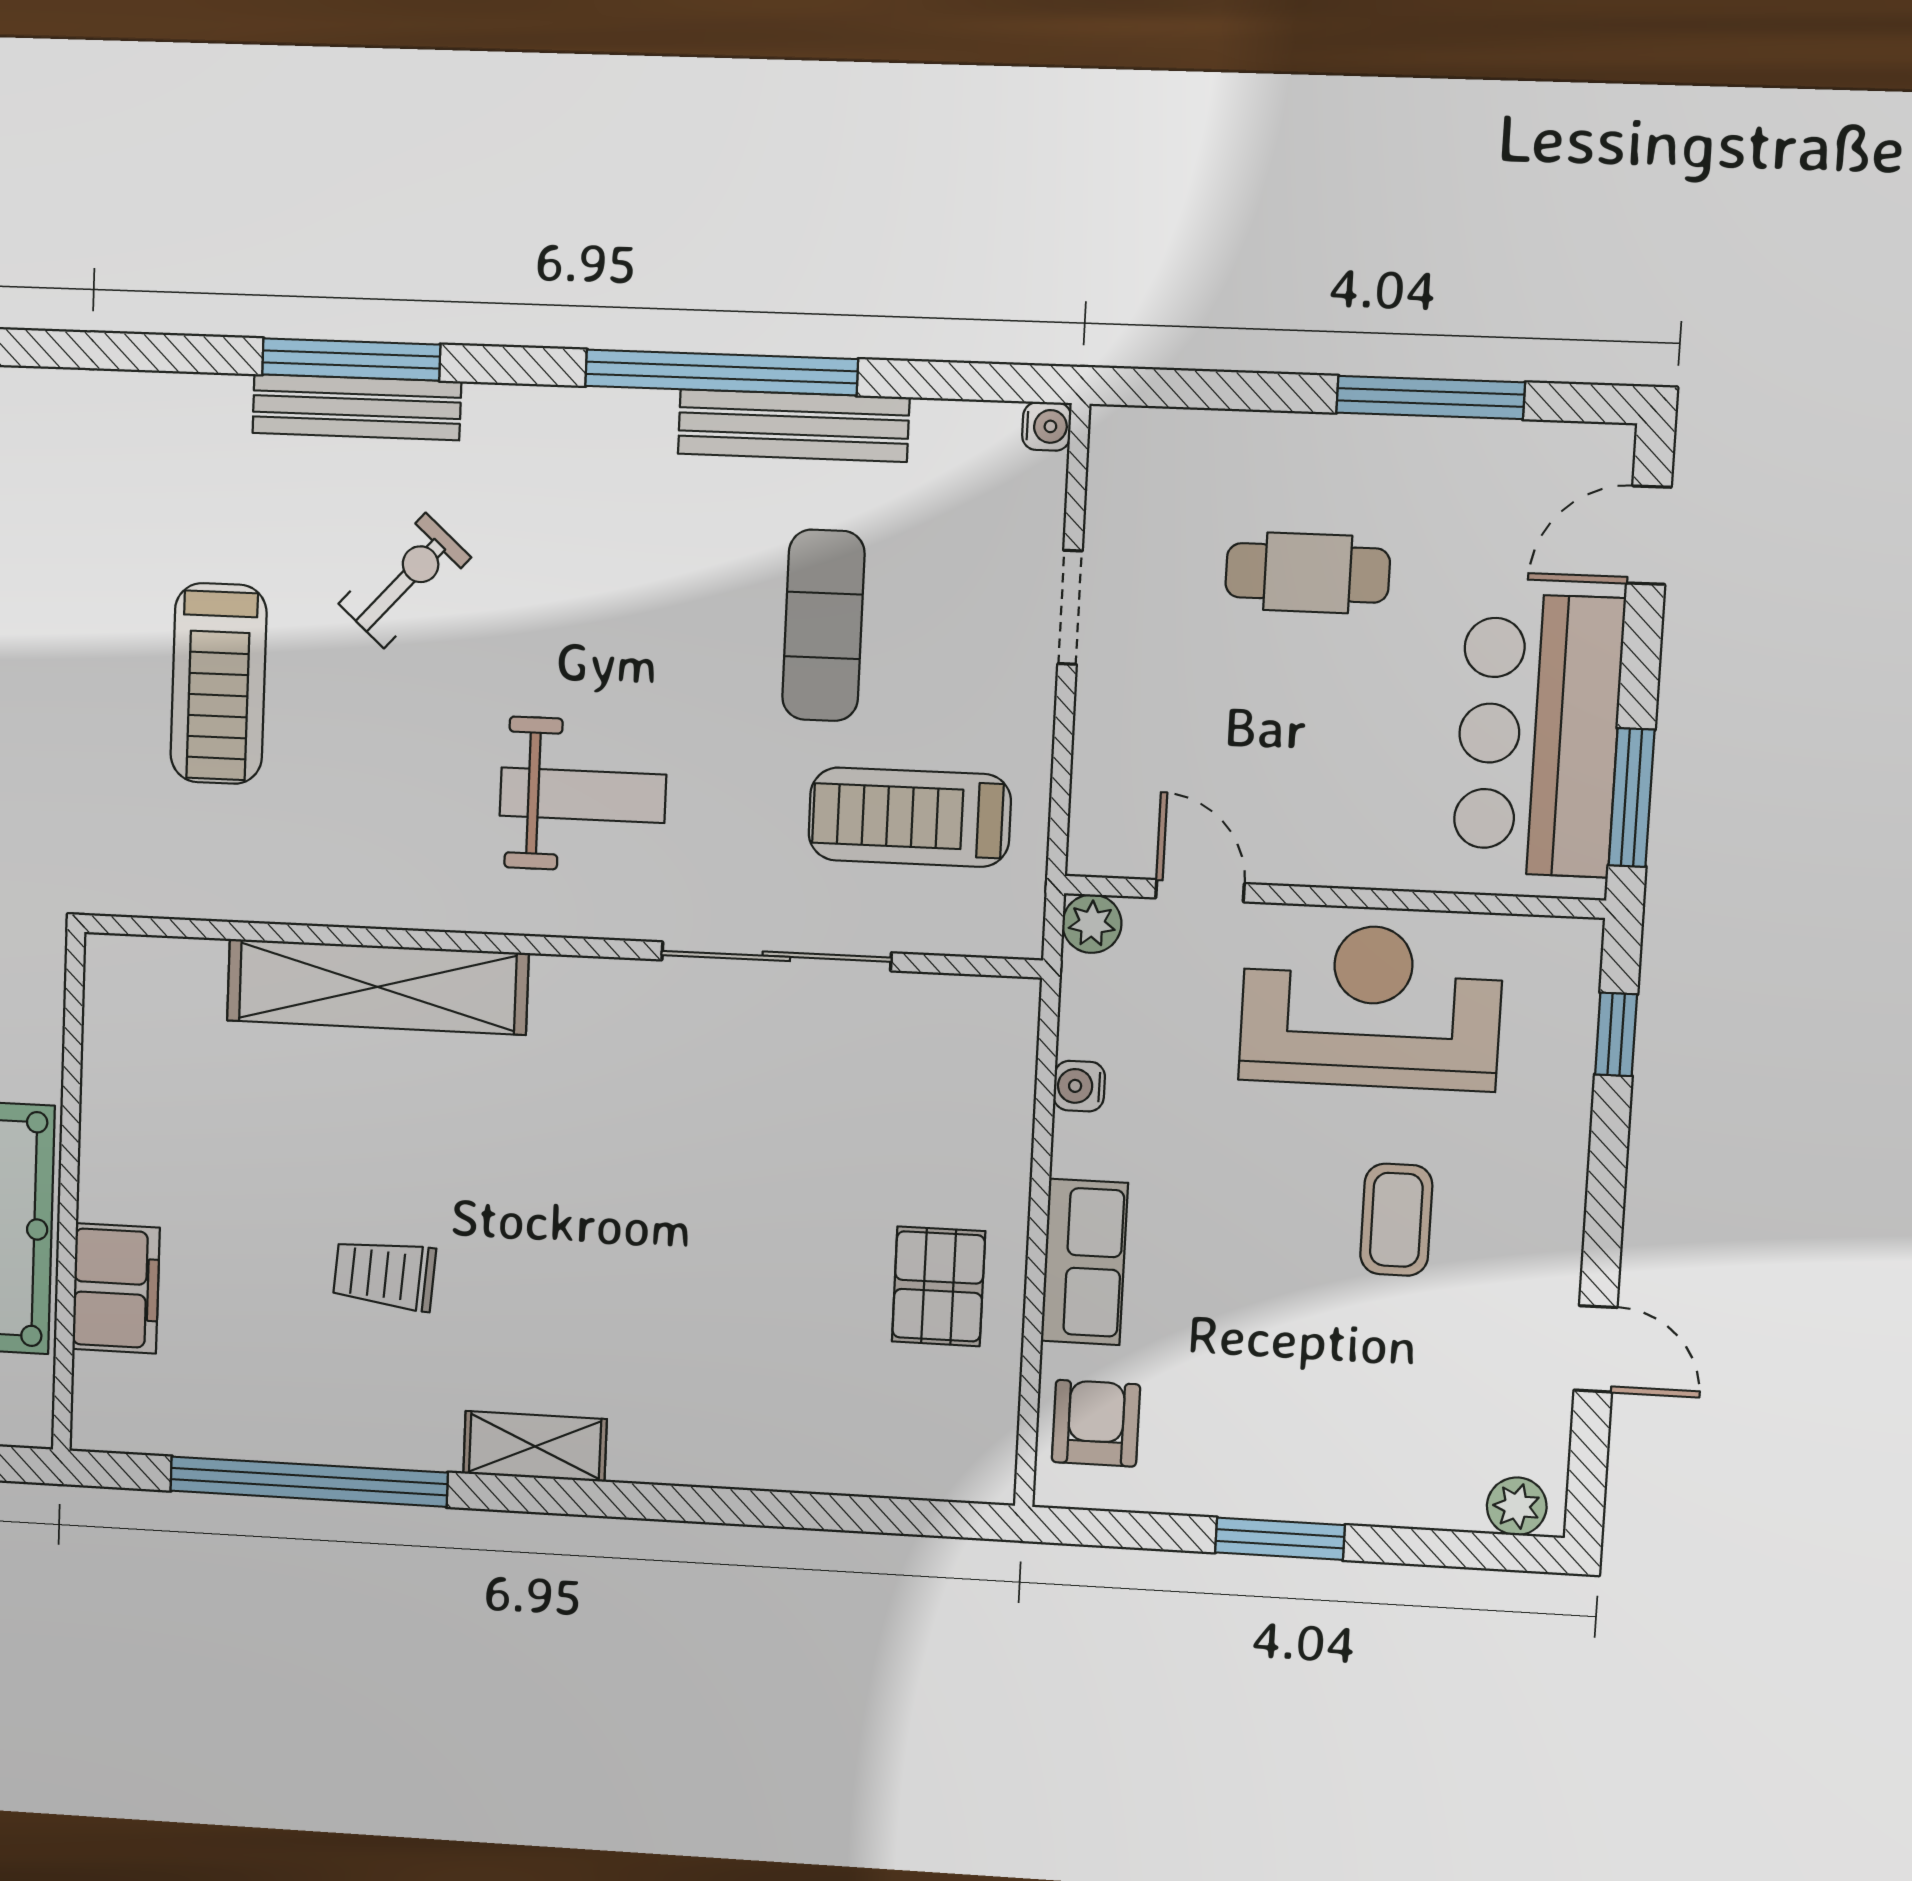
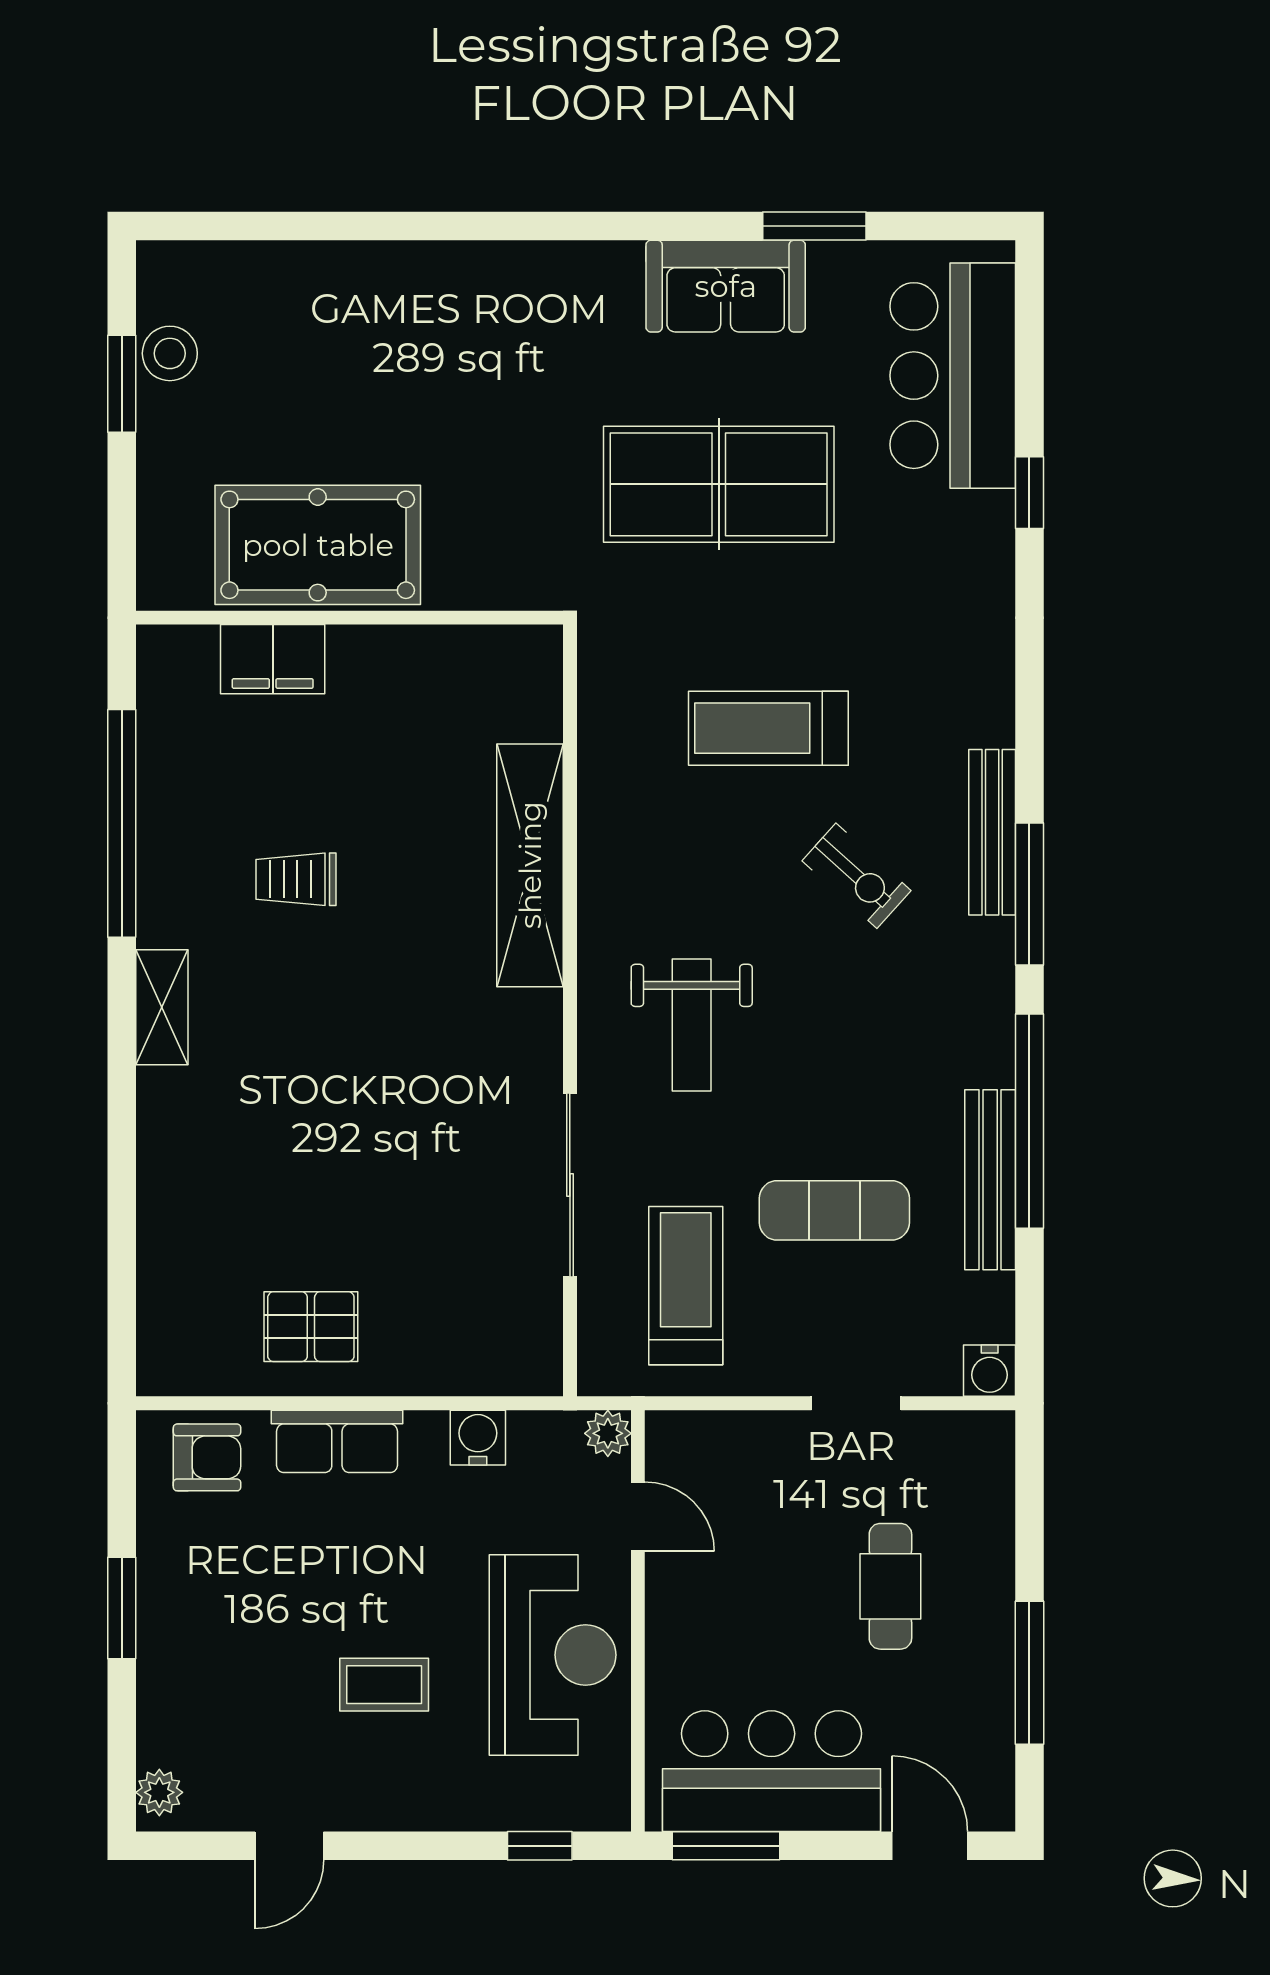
window: (351, 359) -> (1029, 894), moved
water cooler: (1047, 426) -> (990, 1371), width x1.38, depth x1.38
door: (1200, 891) -> (638, 1517), hinge flipped
water cooler: (1079, 1086) -> (478, 1438), width x1.38, depth x1.38
trolley: (384, 1275) -> (296, 879), turned -94

